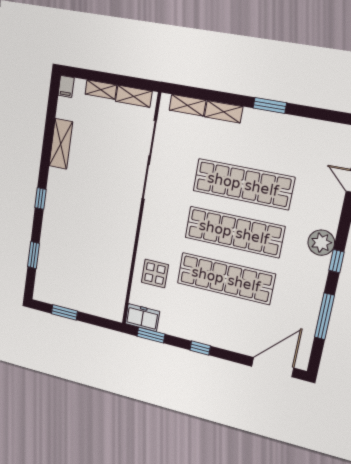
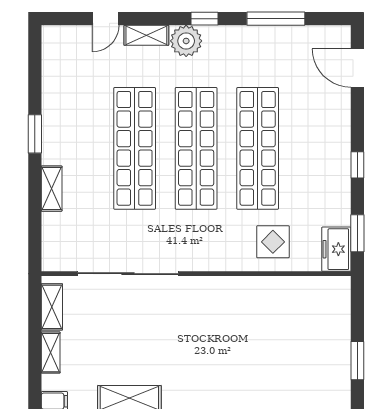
shelving: (187, 105) -> (146, 35), moved, turned 90
door: (273, 367) -> (357, 68), width x0.73

